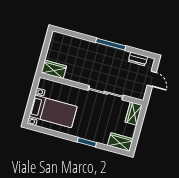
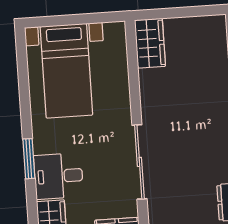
desk: (99, 132) -> (59, 176), added

